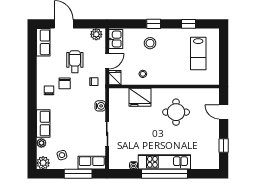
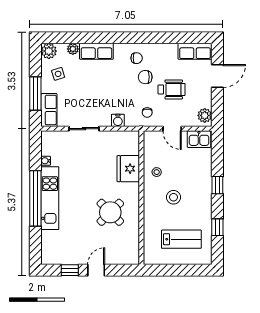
stool: (150, 43) -> (174, 197), moved
lab bench: (198, 54) -> (181, 239), turned 180
fridge: (115, 78) -> (152, 138), removed
round table: (176, 112) -> (110, 212), turned 45
door: (224, 112) -> (96, 270), moved

